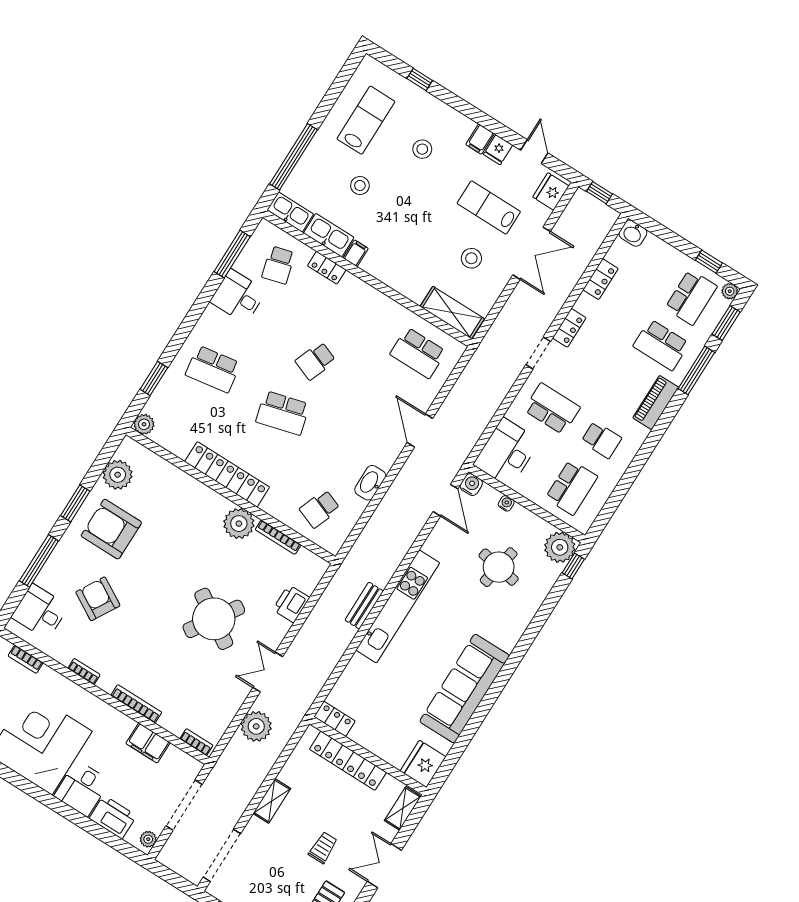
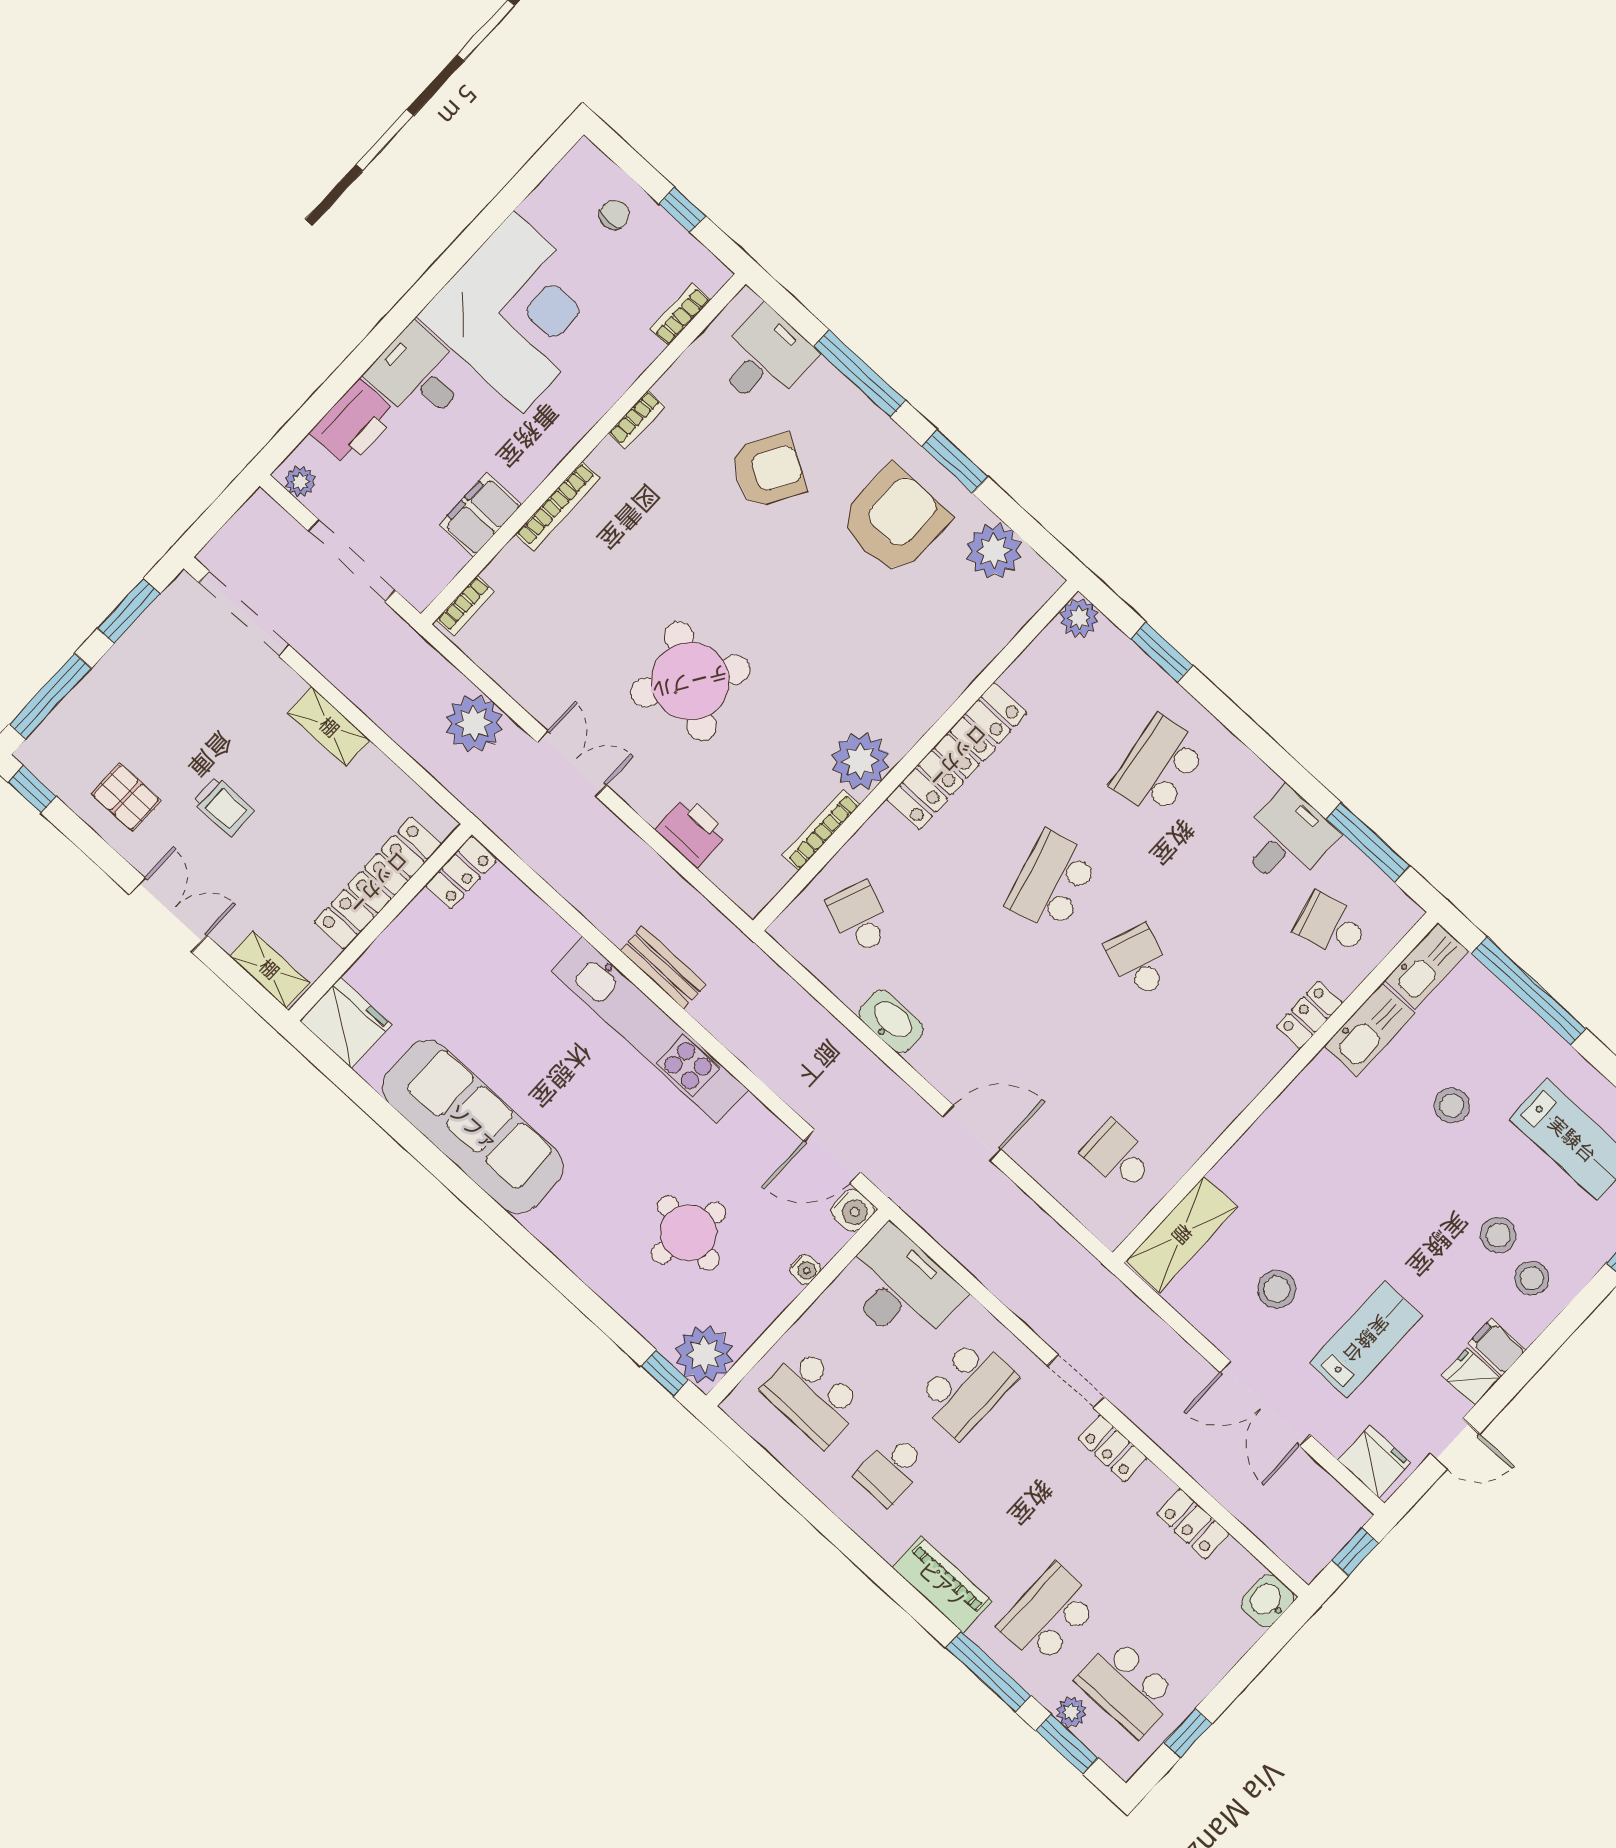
stool: (441, 128) -> (1532, 1278), added
filing cabinet: (356, 253) -> (1326, 1074), removed
plant: (730, 291) -> (1071, 1712), moved
school desk: (418, 353) -> (1118, 1156), width x0.54

